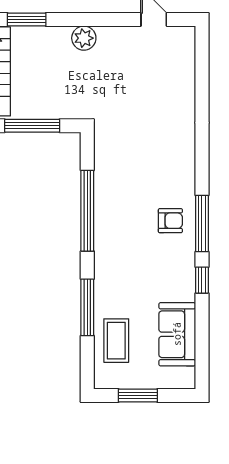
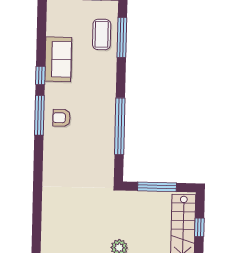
window: (87, 307) -> (122, 37), moved
sofa: (177, 334) -> (58, 59), moved

